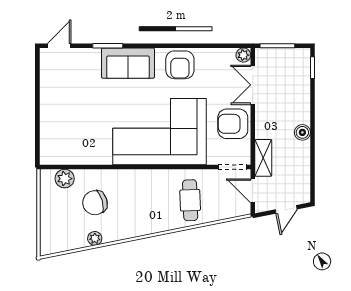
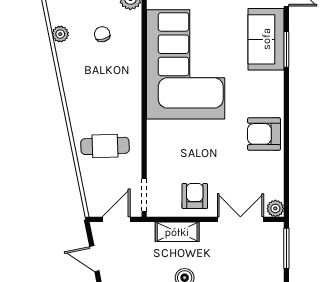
sofa: (128, 63) -> (266, 39), moved
armchair: (233, 124) -> (195, 196), width x0.72, depth x0.72
corner sofa: (159, 132) -> (186, 64), moved
shelving: (263, 158) -> (177, 232), moved
chair: (95, 203) -> (102, 34), width x0.54, depth x0.54

